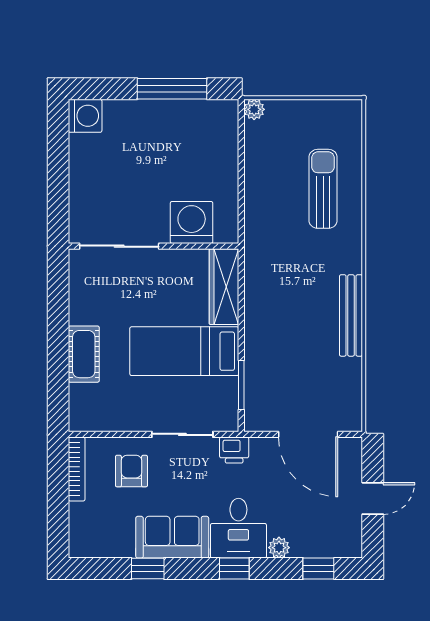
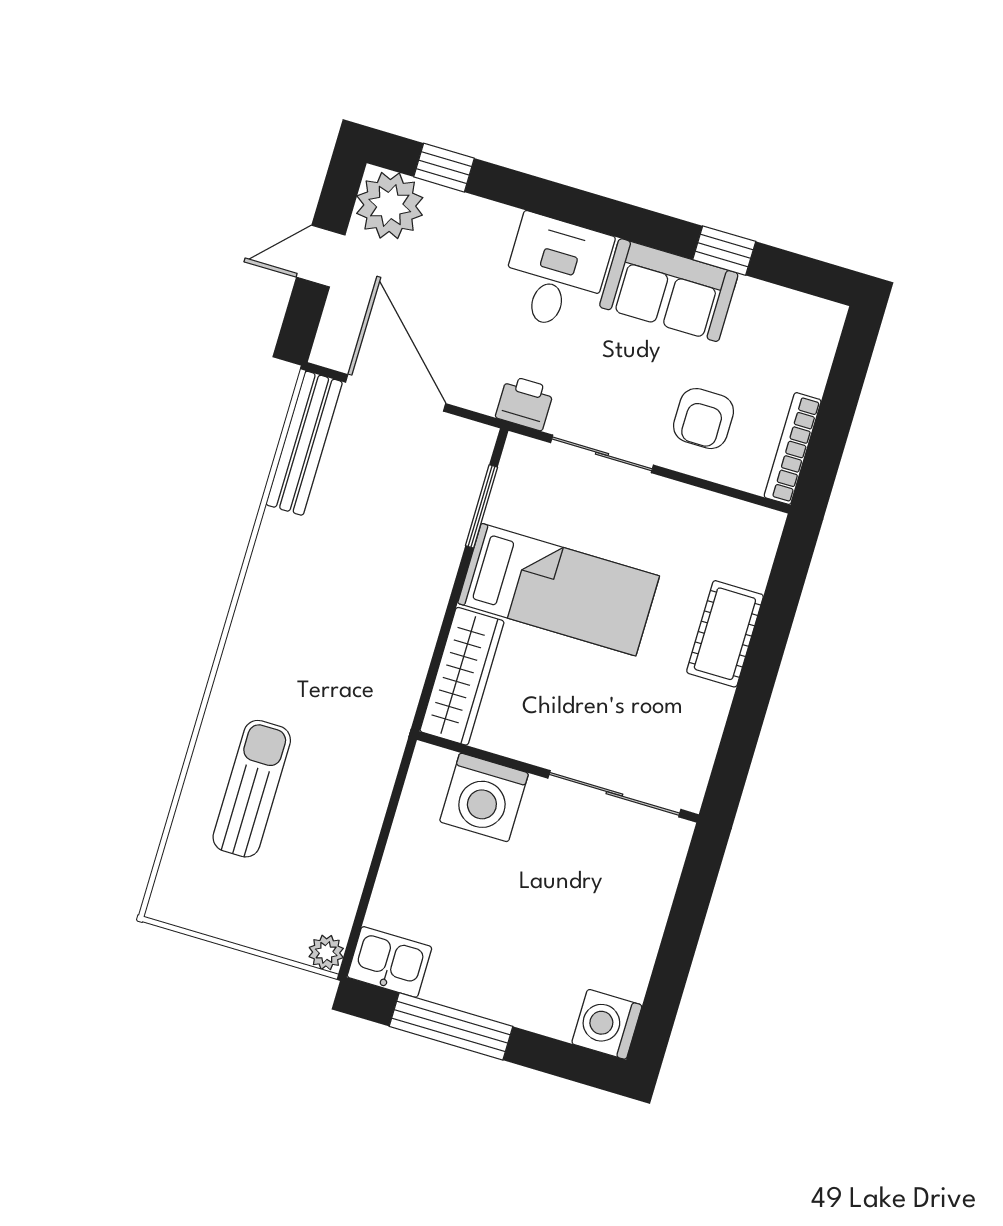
kitchen sink: (217, 115) -> (389, 962), added
sun lounger: (323, 189) -> (252, 789), turned 180
bench: (351, 315) -> (304, 443), moved
plant: (279, 548) -> (390, 206), moved, width x1.88, depth x1.88
window: (234, 569) -> (582, 208), removed

